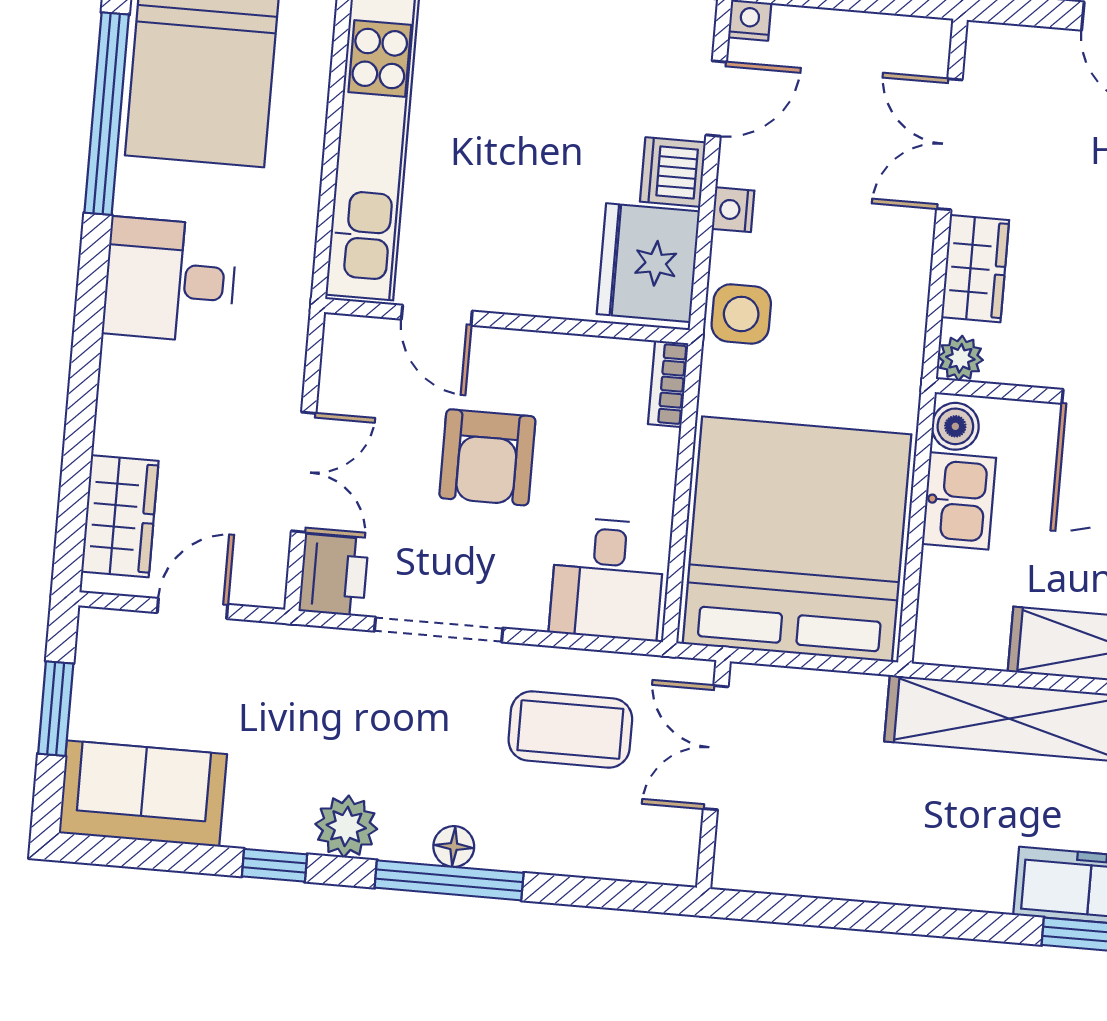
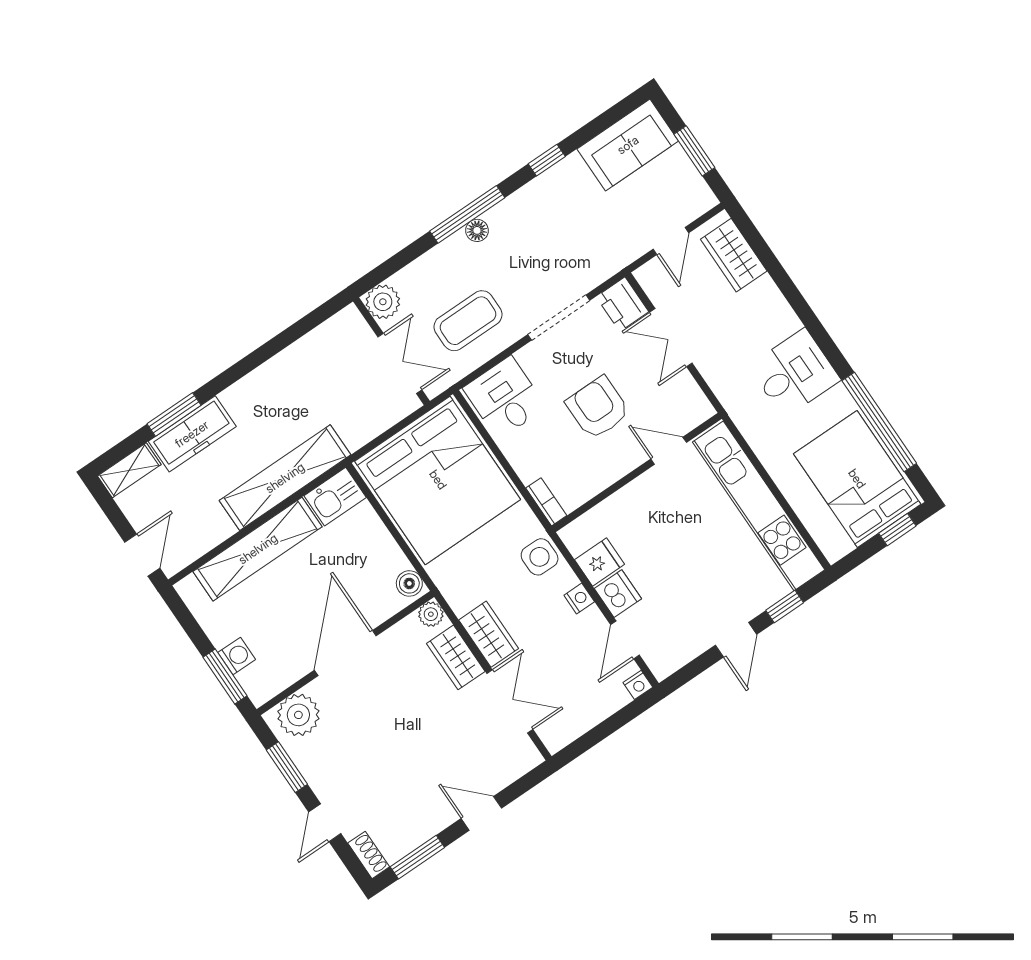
fridge: (648, 263) -> (600, 562), width x0.53, depth x0.75
wardrobe: (902, 264) -> (489, 634), added
kitchen sink: (959, 501) -> (335, 497), moved, turned -90
plant: (346, 826) -> (383, 302), moved

